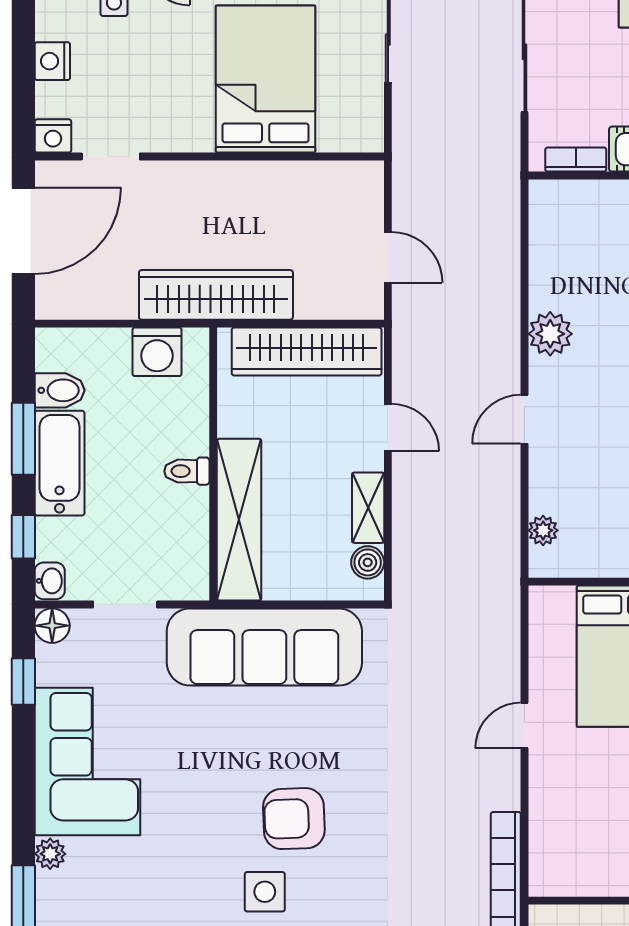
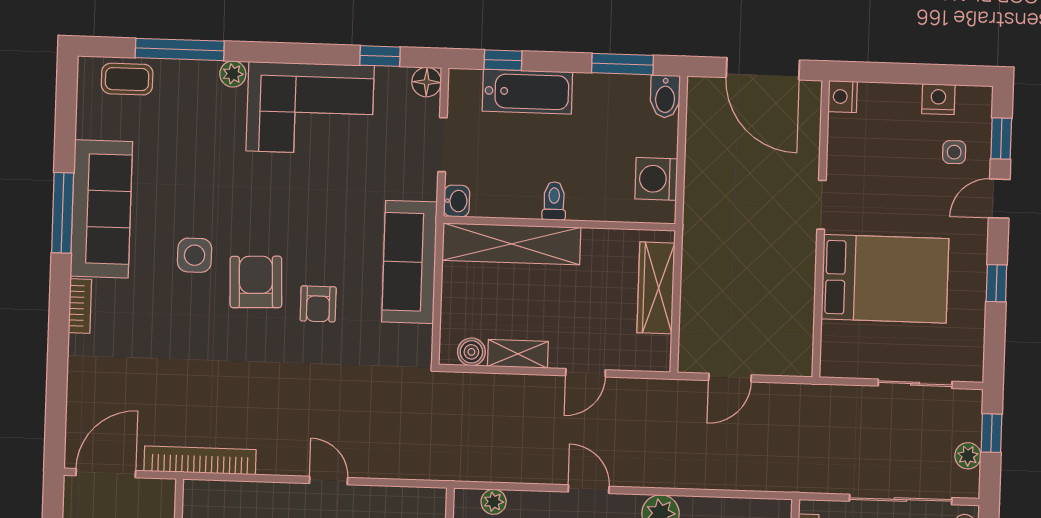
nightstand: (52, 61) -> (938, 99), moved
doorway: (111, 157) -> (821, 205), moved
wardrobe: (216, 295) -> (703, 231), removed
wardrobe: (307, 352) -> (656, 288), width x0.71, depth x0.85
bidet: (60, 390) -> (665, 96), moved
window: (23, 439) -> (622, 64), moved
bathtub: (60, 463) -> (527, 92), moved
washbasin: (50, 581) -> (457, 201), moved, turned -90
sofa: (264, 647) -> (409, 262), width x0.74, depth x0.79
armchair: (317, 745) -> (318, 304), added

